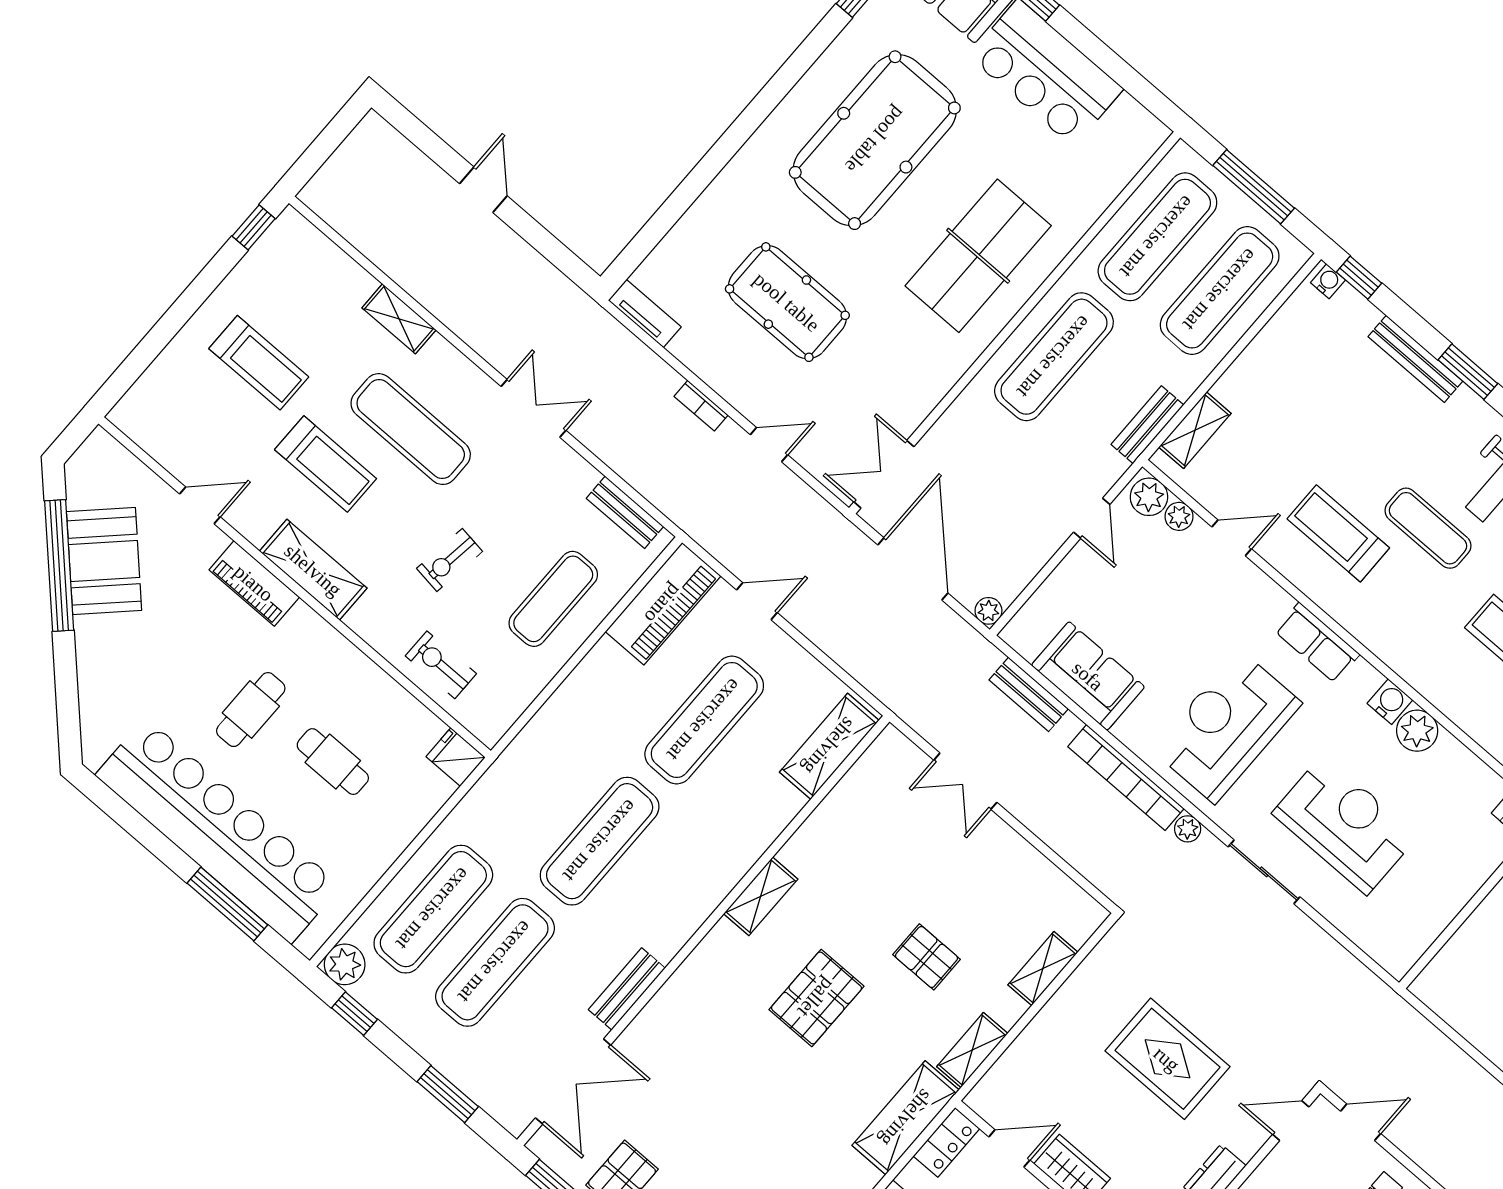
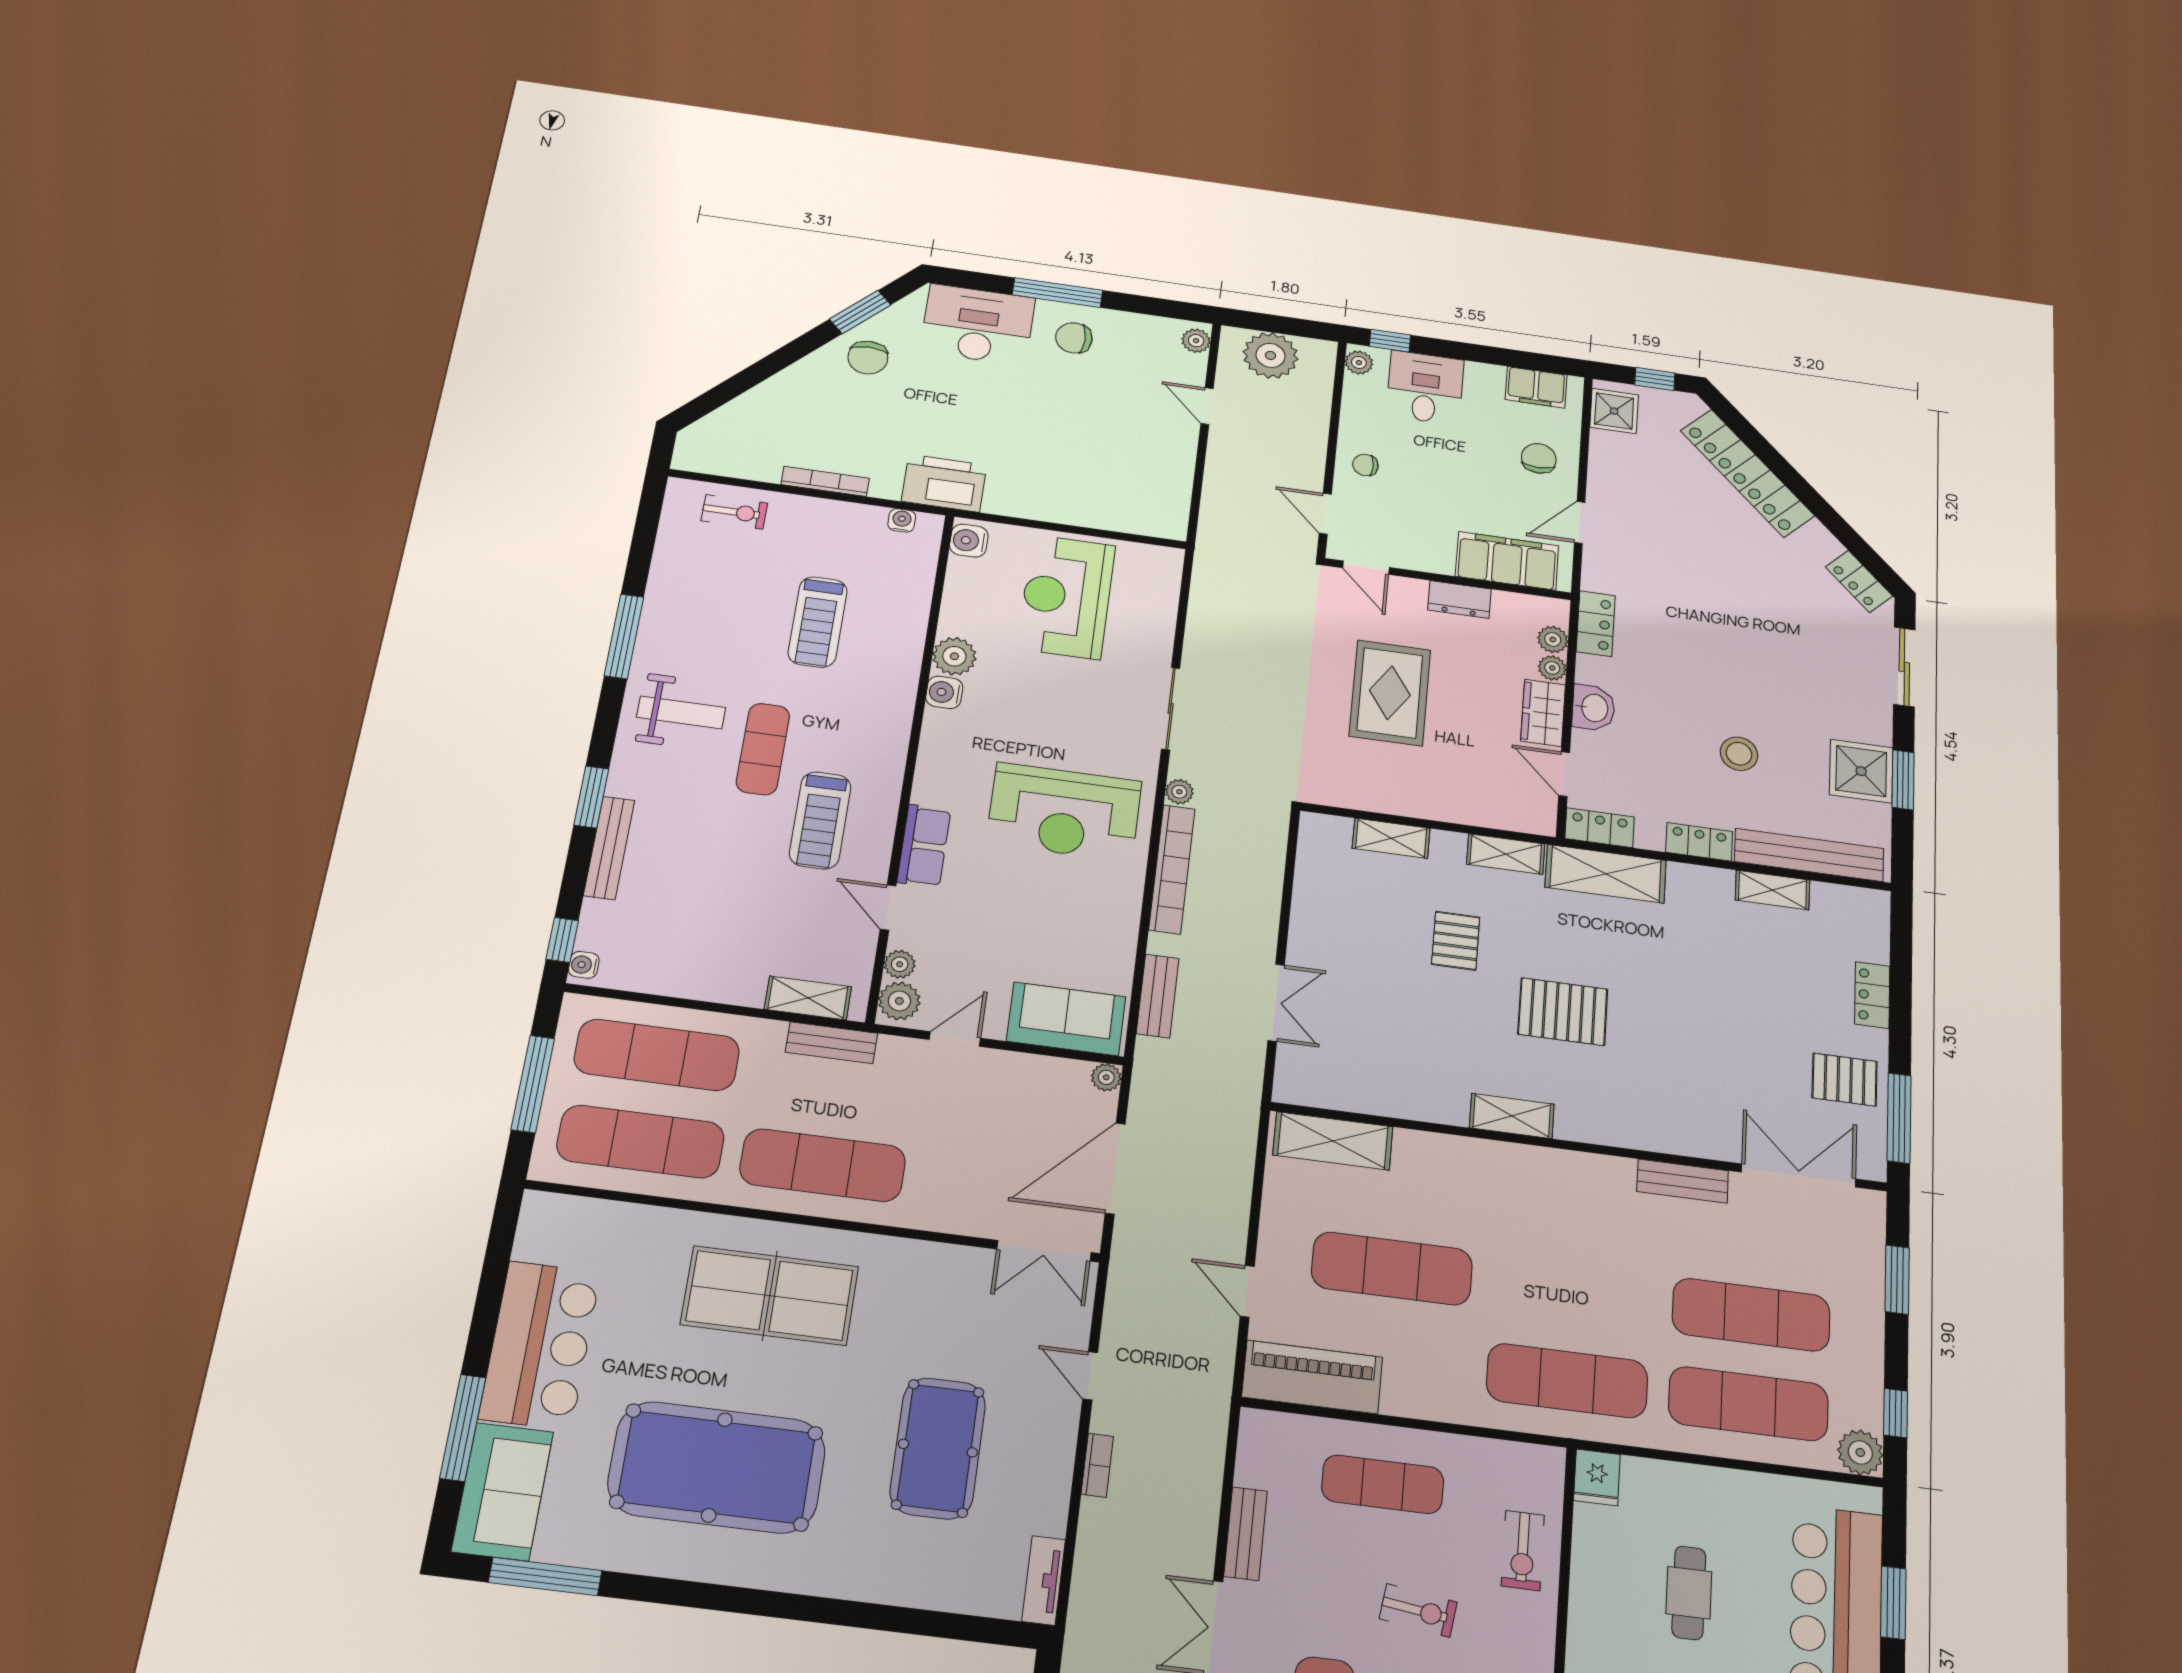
bench: (625, 512) -> (1245, 1534), moved
row of seats: (1317, 643) -> (924, 846), moved
sofa: (1088, 676) -> (1066, 1019), moved, turned 90
reception desk: (1345, 825) -> (1066, 597), moved
exercise mat: (600, 841) -> (1567, 1381), moved
window: (227, 904) -> (1893, 1603), width x0.69

